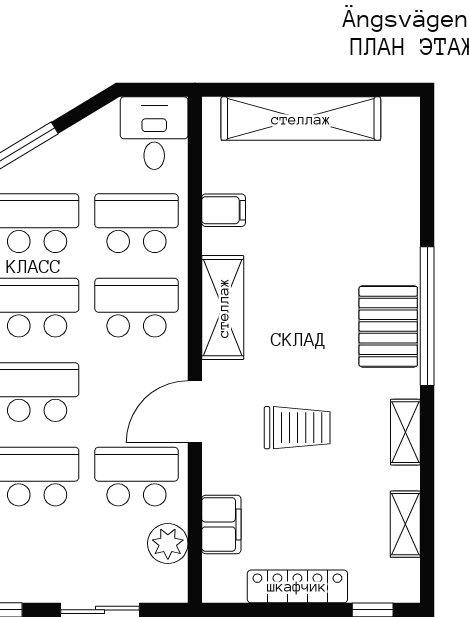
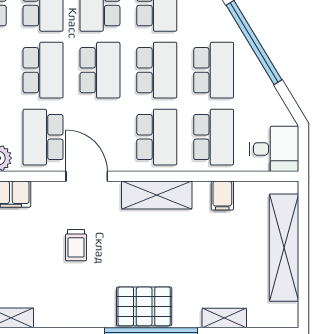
trolley: (297, 428) -> (76, 245), width x0.73, depth x0.72
shelving: (405, 432) -> (224, 318), moved
school desk: (136, 477) -> (43, 137), turned 180

